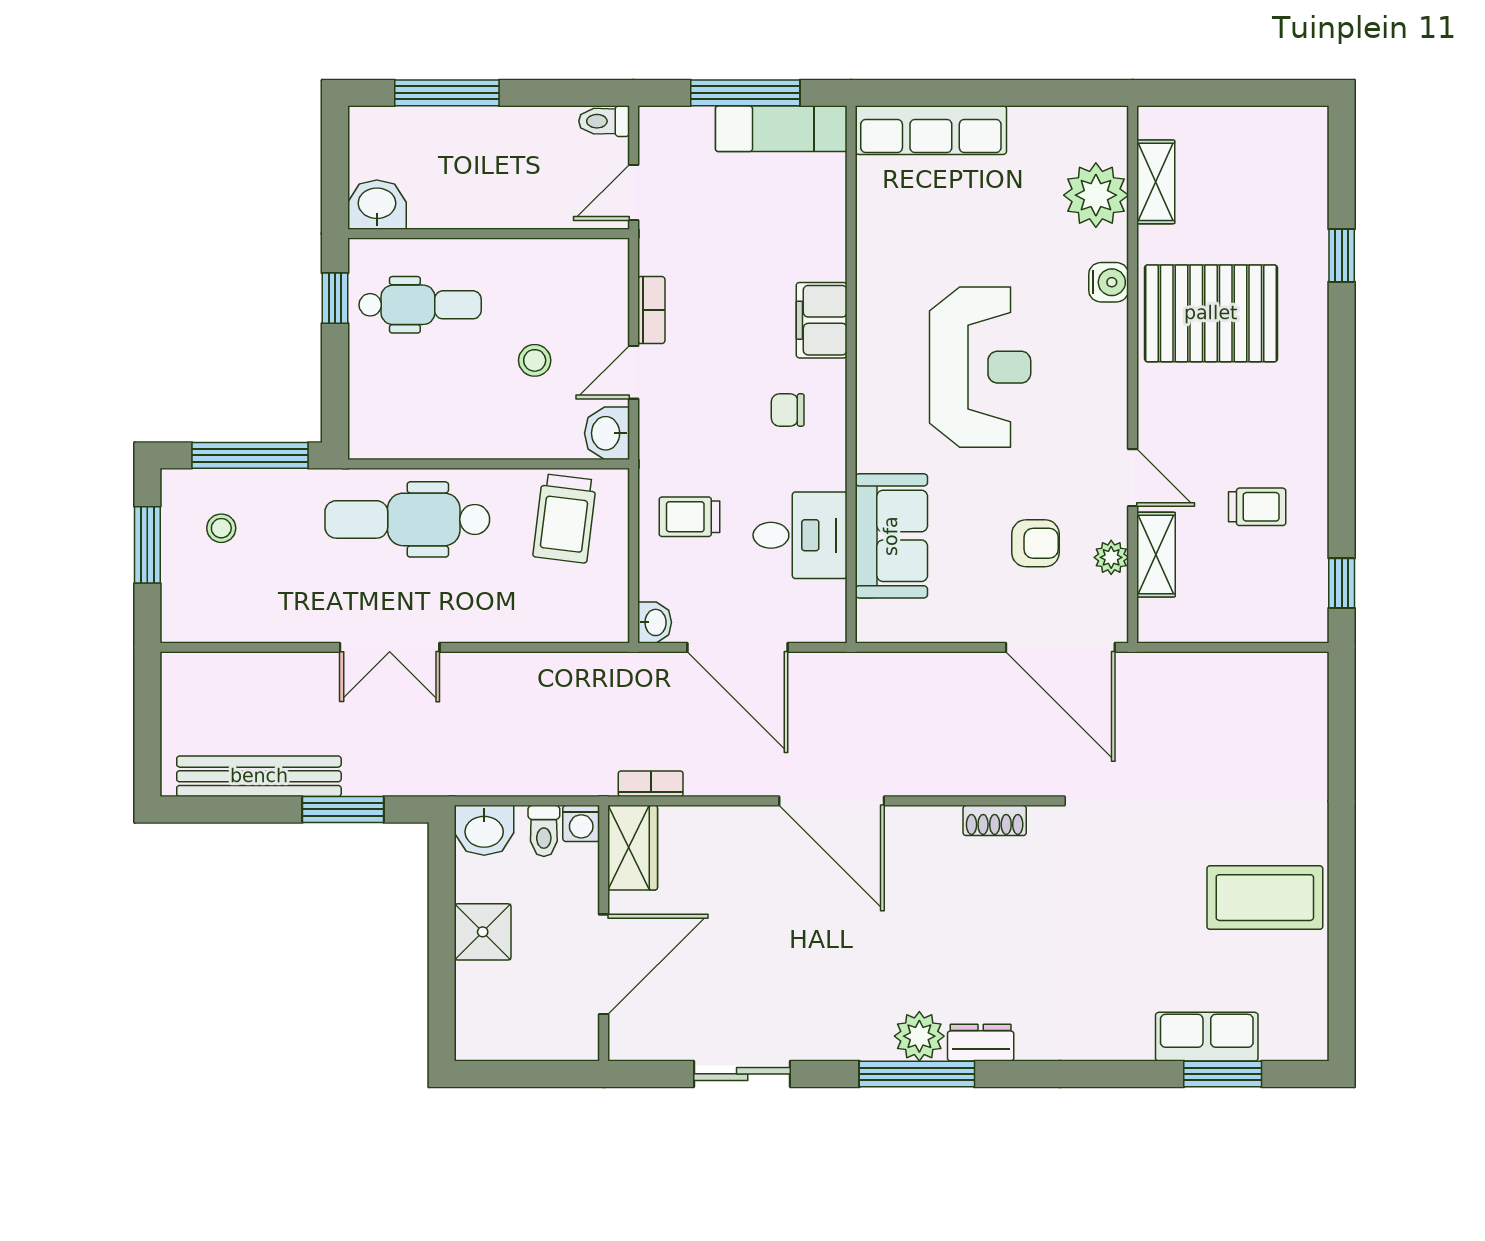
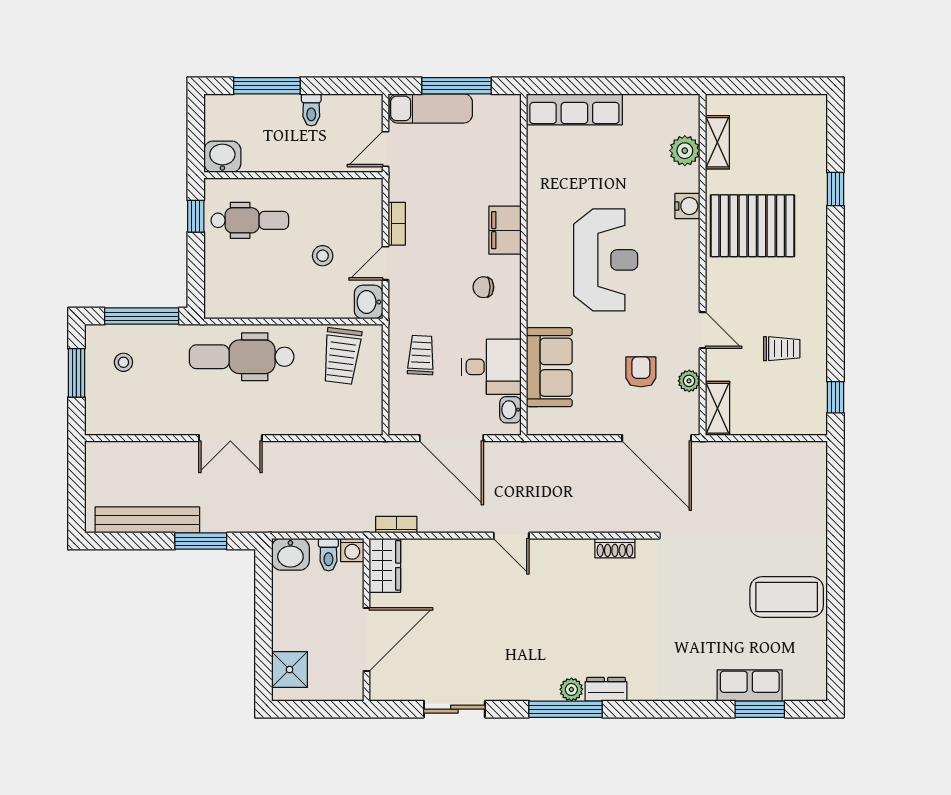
toilet: (604, 121) -> (311, 110), moved, turned -90
exam couch: (781, 129) -> (431, 108), moved
plant: (1096, 195) -> (685, 151), width x0.73, depth x0.73
trolley: (689, 517) -> (421, 355), turned 93
armchair: (1035, 543) -> (641, 372), turned -90
shelving: (1156, 555) -> (717, 408), moved
washbasin: (655, 622) -> (510, 410), moved, turned 180
door: (832, 801) -> (511, 536), width x0.53
shower: (483, 932) -> (290, 670), moved
plant: (919, 1036) -> (571, 689), width x0.73, depth x0.73

